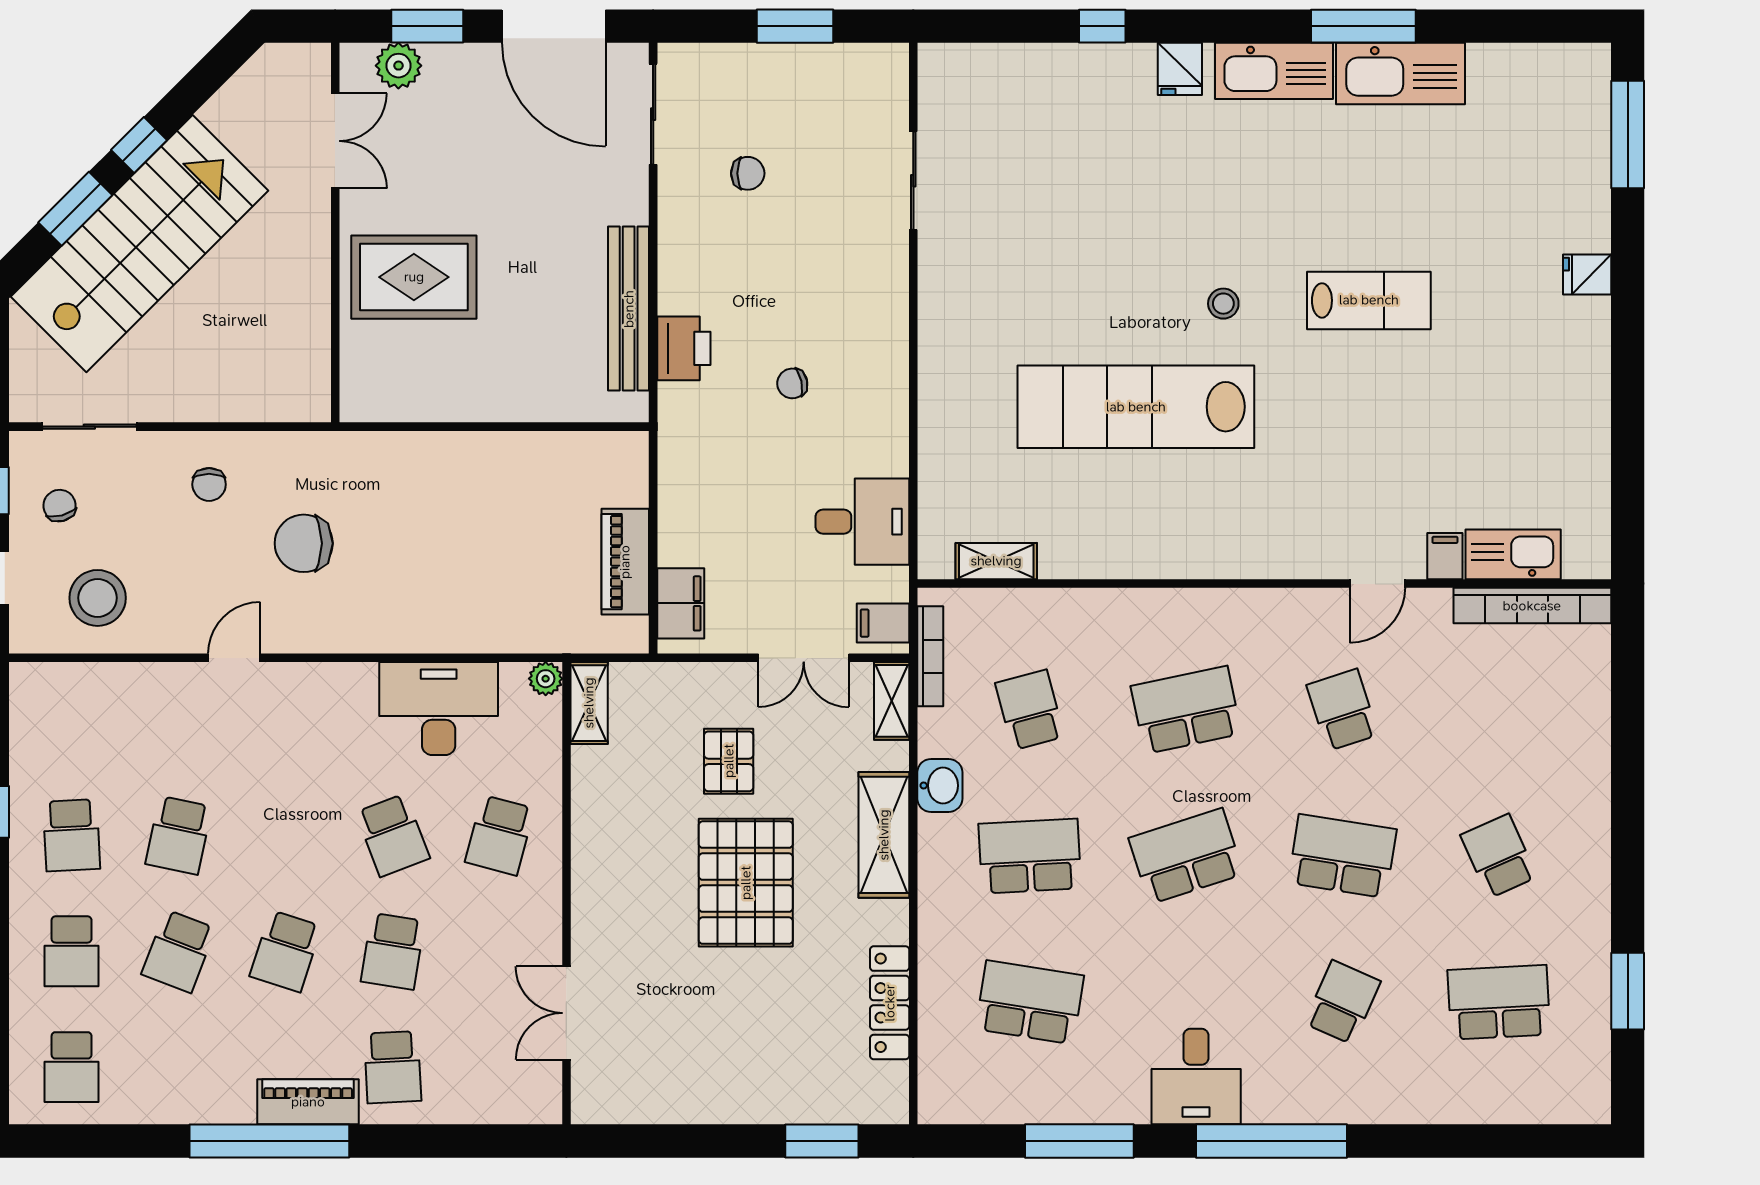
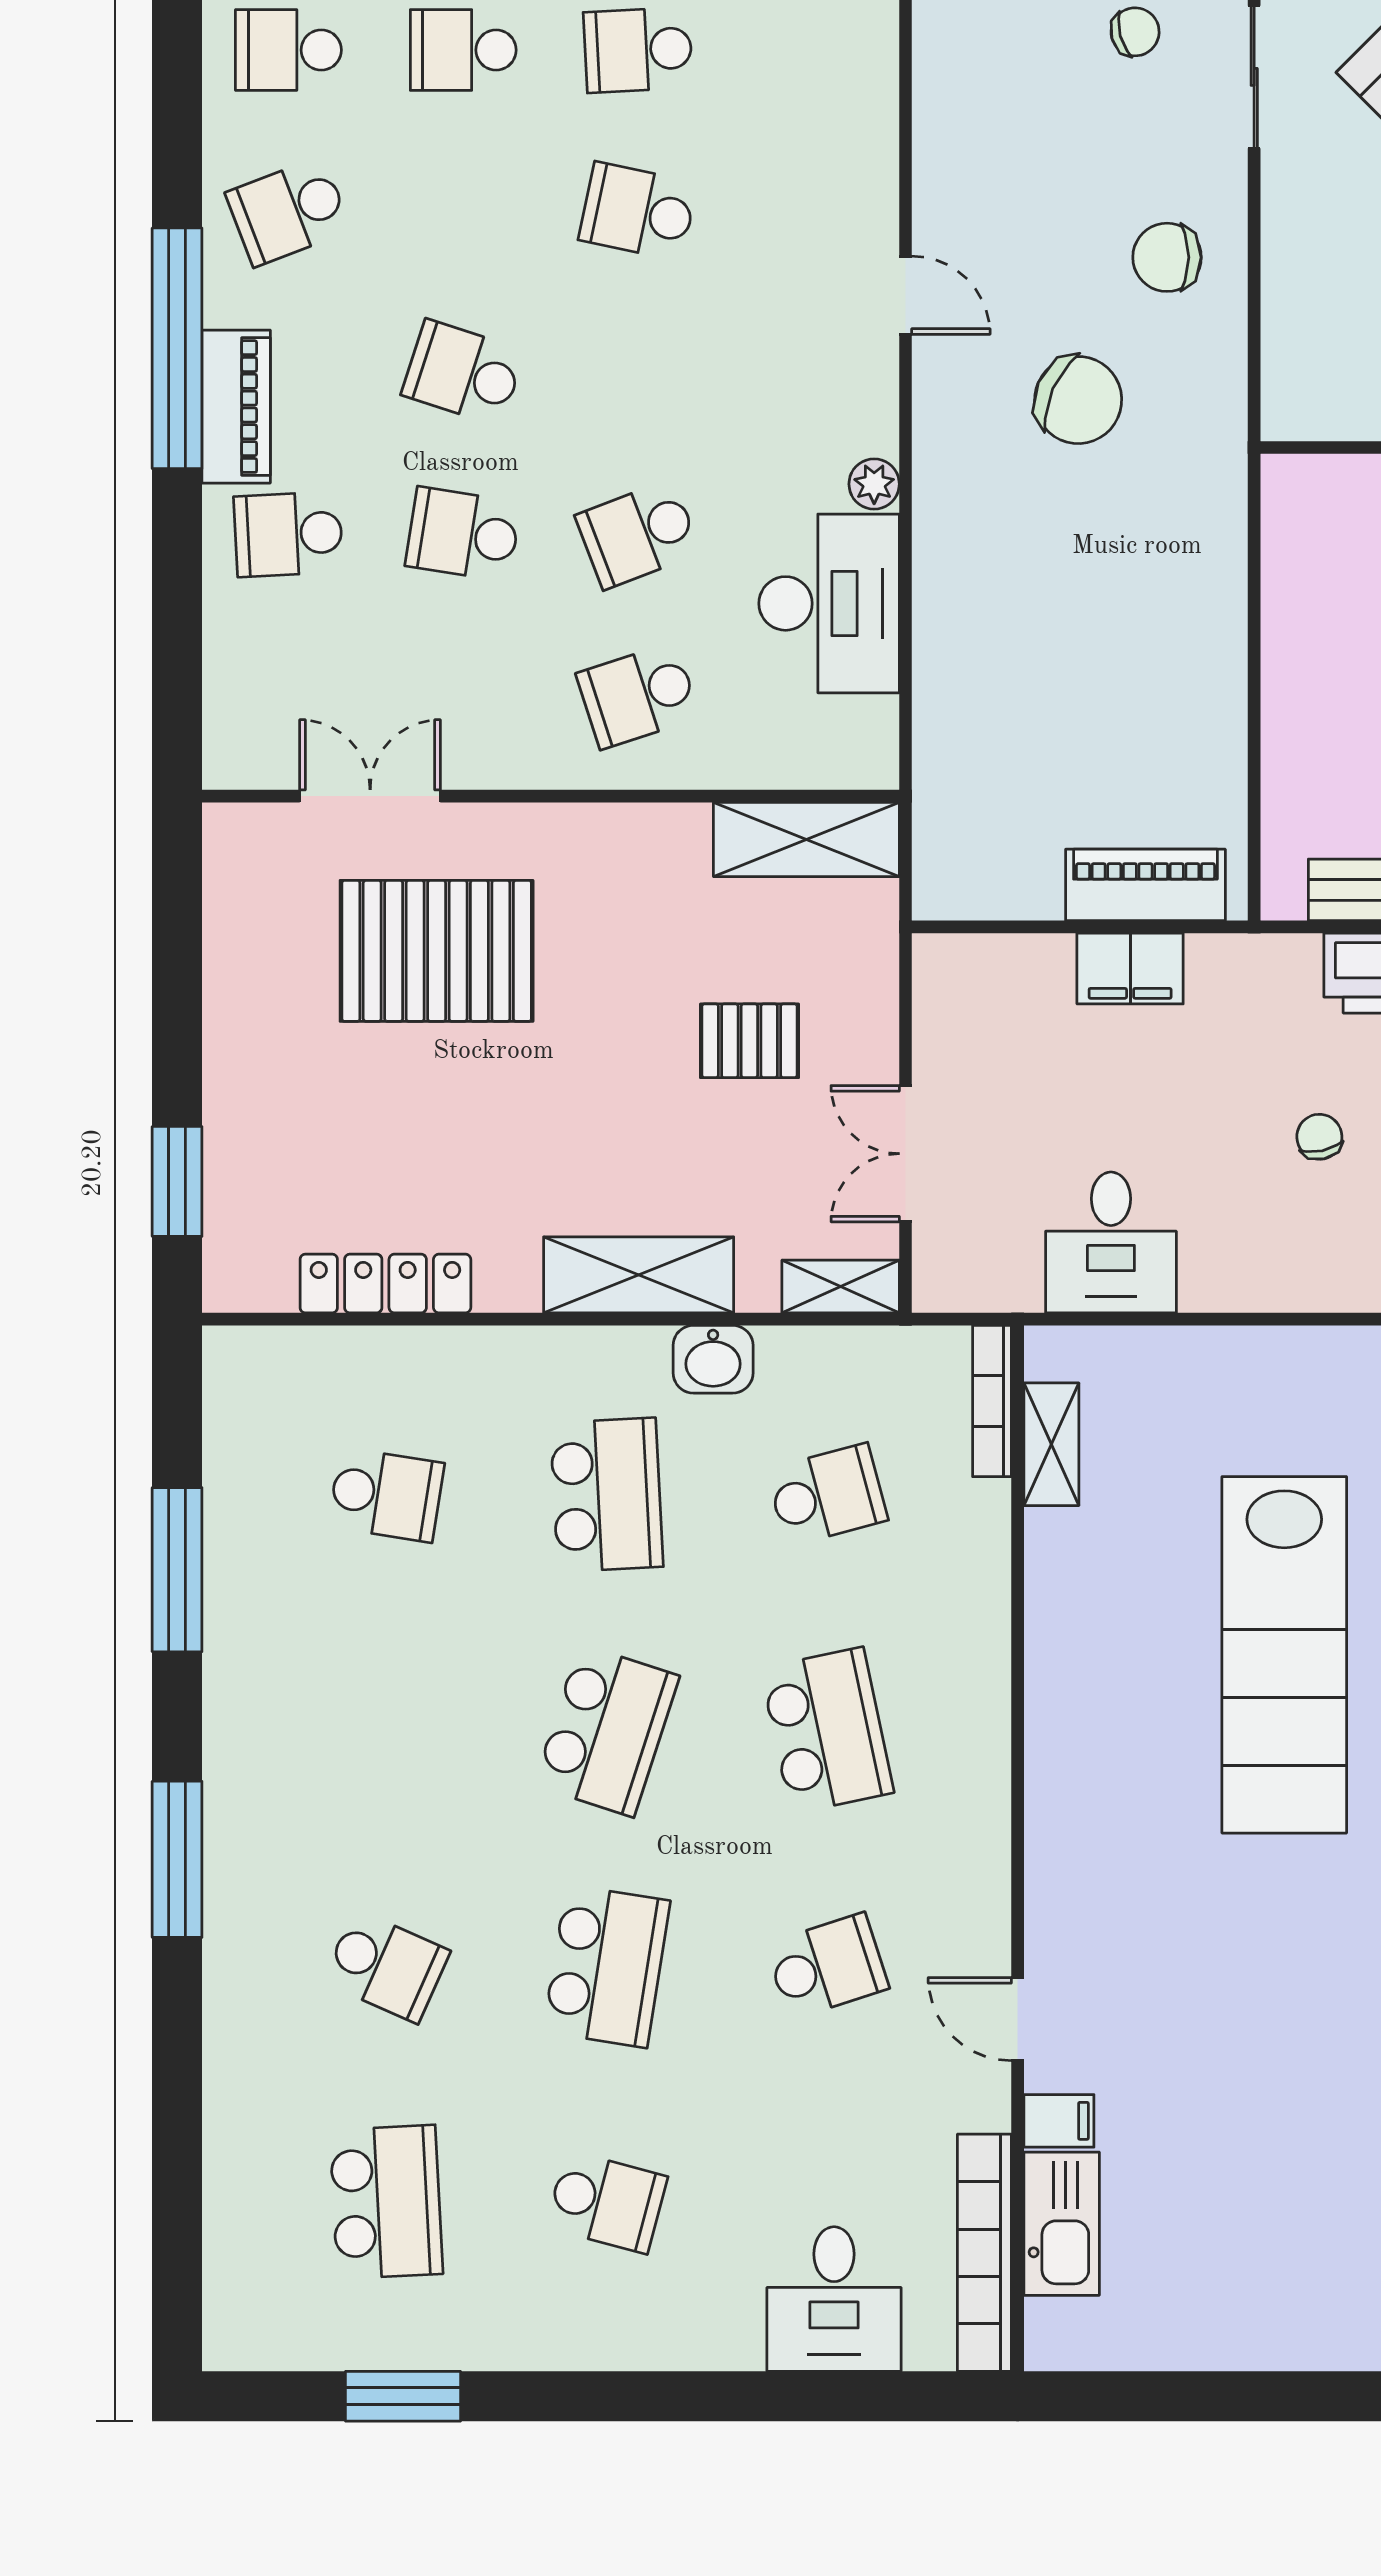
lab bench: (1136, 407) -> (1284, 1655), turned 180
chair: (209, 484) -> (1167, 257), width x1.37, depth x1.37
chair: (304, 543) -> (1078, 400), turned 114
piano: (625, 562) -> (1145, 885), moved
stool: (98, 598) -> (996, 89), removed
filing cabinet: (681, 603) -> (1130, 969), moved
filing cabinet: (883, 623) -> (958, 1273), removed
bookcase: (930, 656) -> (992, 1401), moved, turned 90
plant: (546, 679) -> (874, 484), moved
shelving: (589, 703) -> (806, 840), width x1.50, depth x1.33
school desk: (500, 835) -> (638, 696), turned -33
school desk: (1186, 856) -> (607, 1731), turned 36
school desk: (1499, 856) -> (607, 2202), turned 39
pallet: (746, 883) -> (437, 951), moved
school desk: (179, 951) -> (288, 211), moved, turned -42
school desk: (1030, 1002) -> (386, 1495), width x0.54
desk: (1196, 1076) -> (834, 2299), moved, turned -90
window: (1272, 1141) -> (177, 1859), width x0.68

